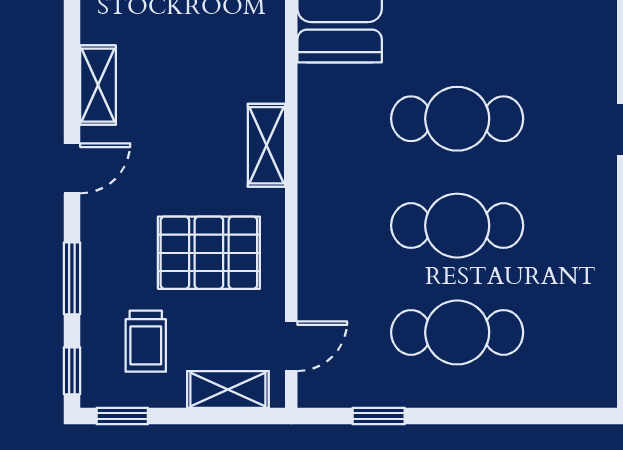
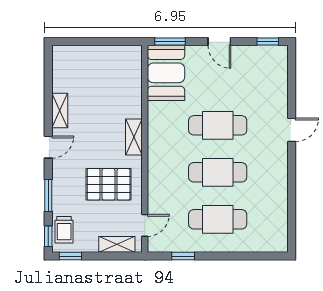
trolley: (146, 341) -> (64, 230), moved

